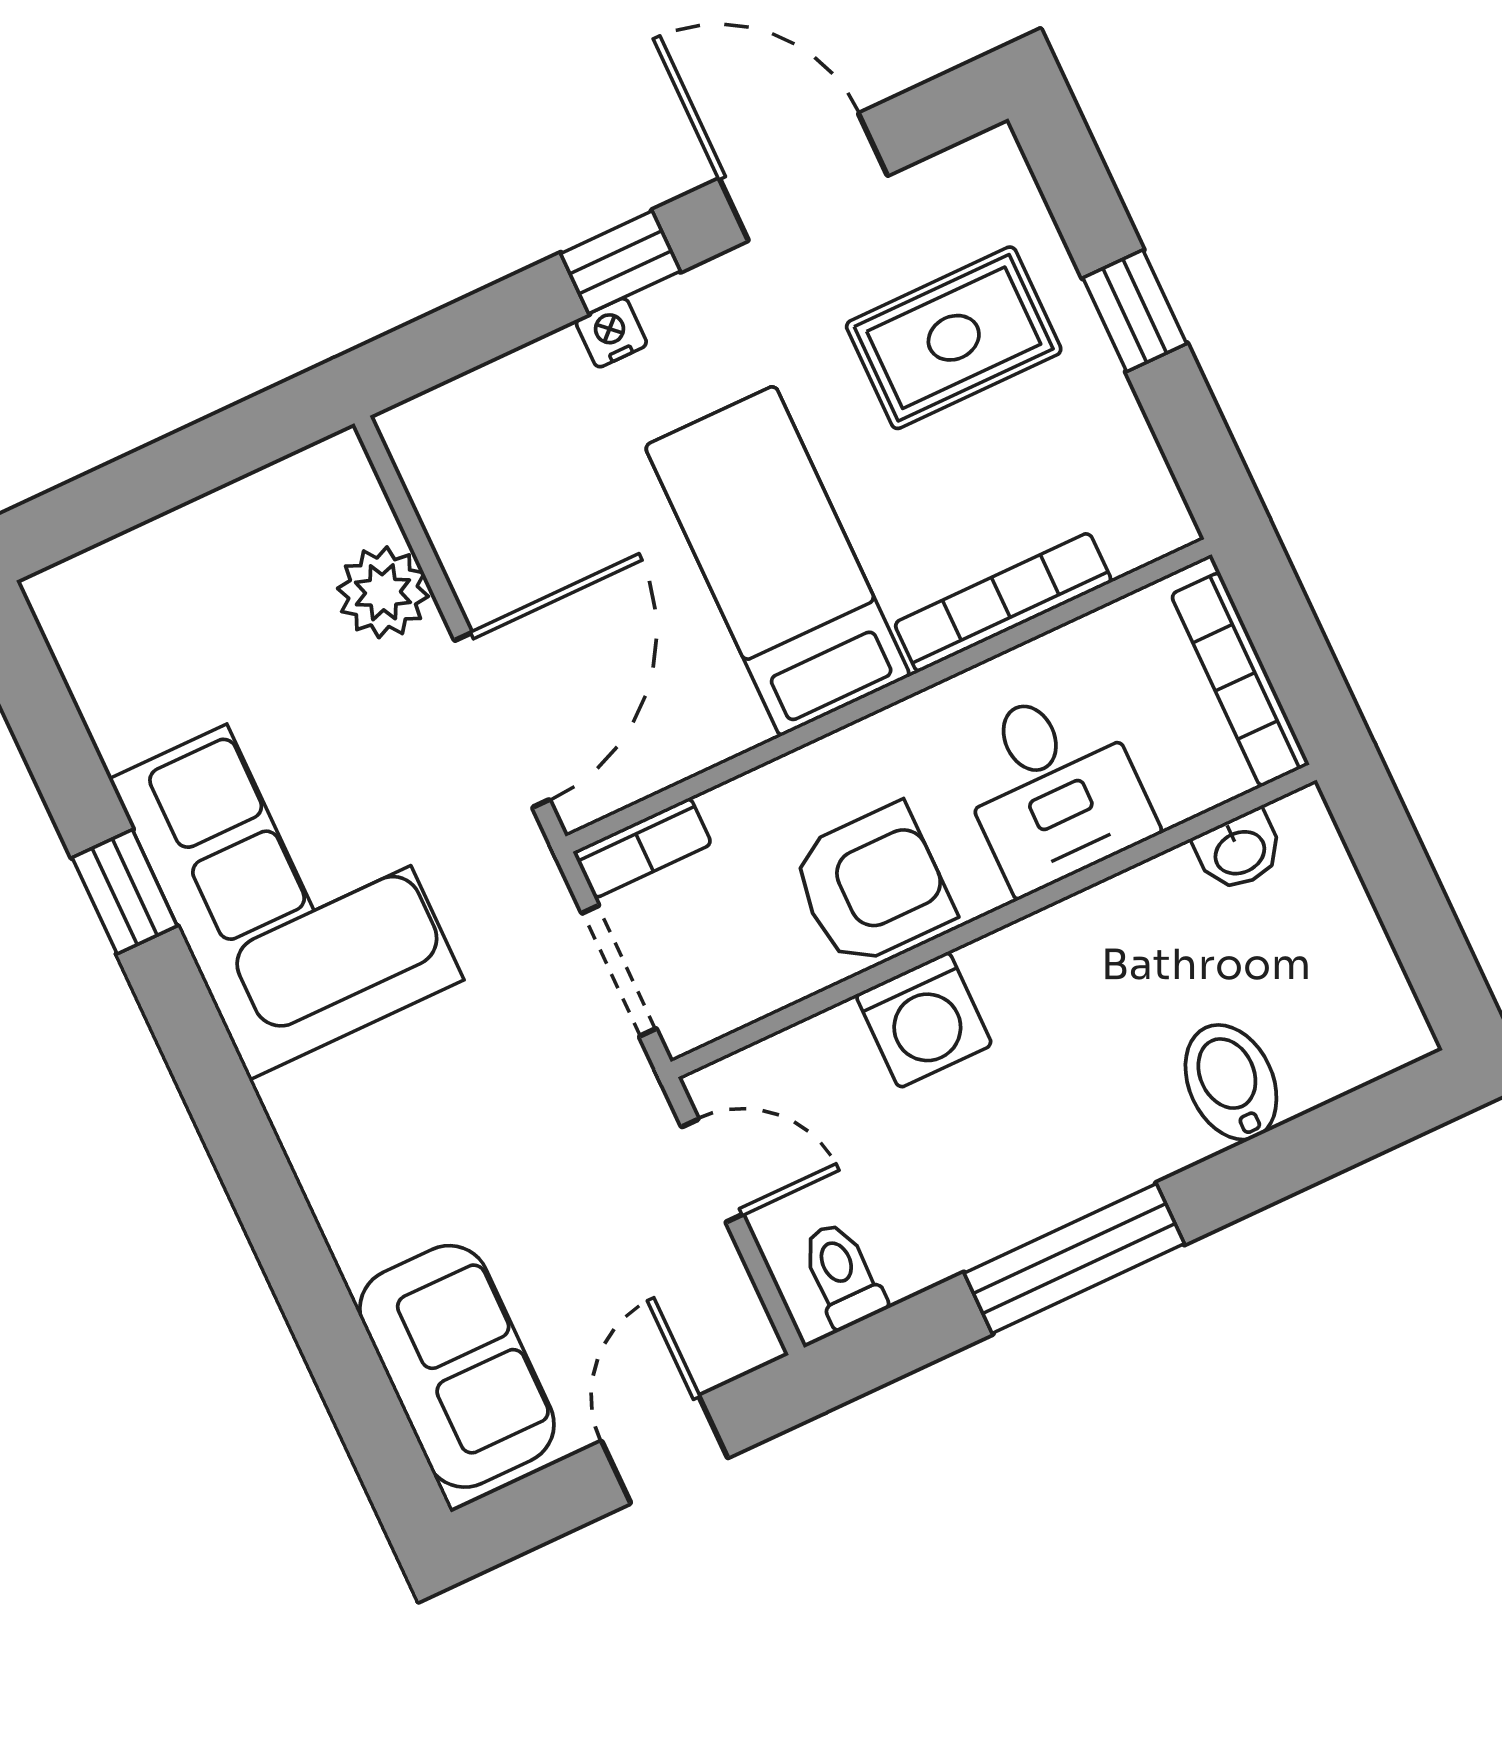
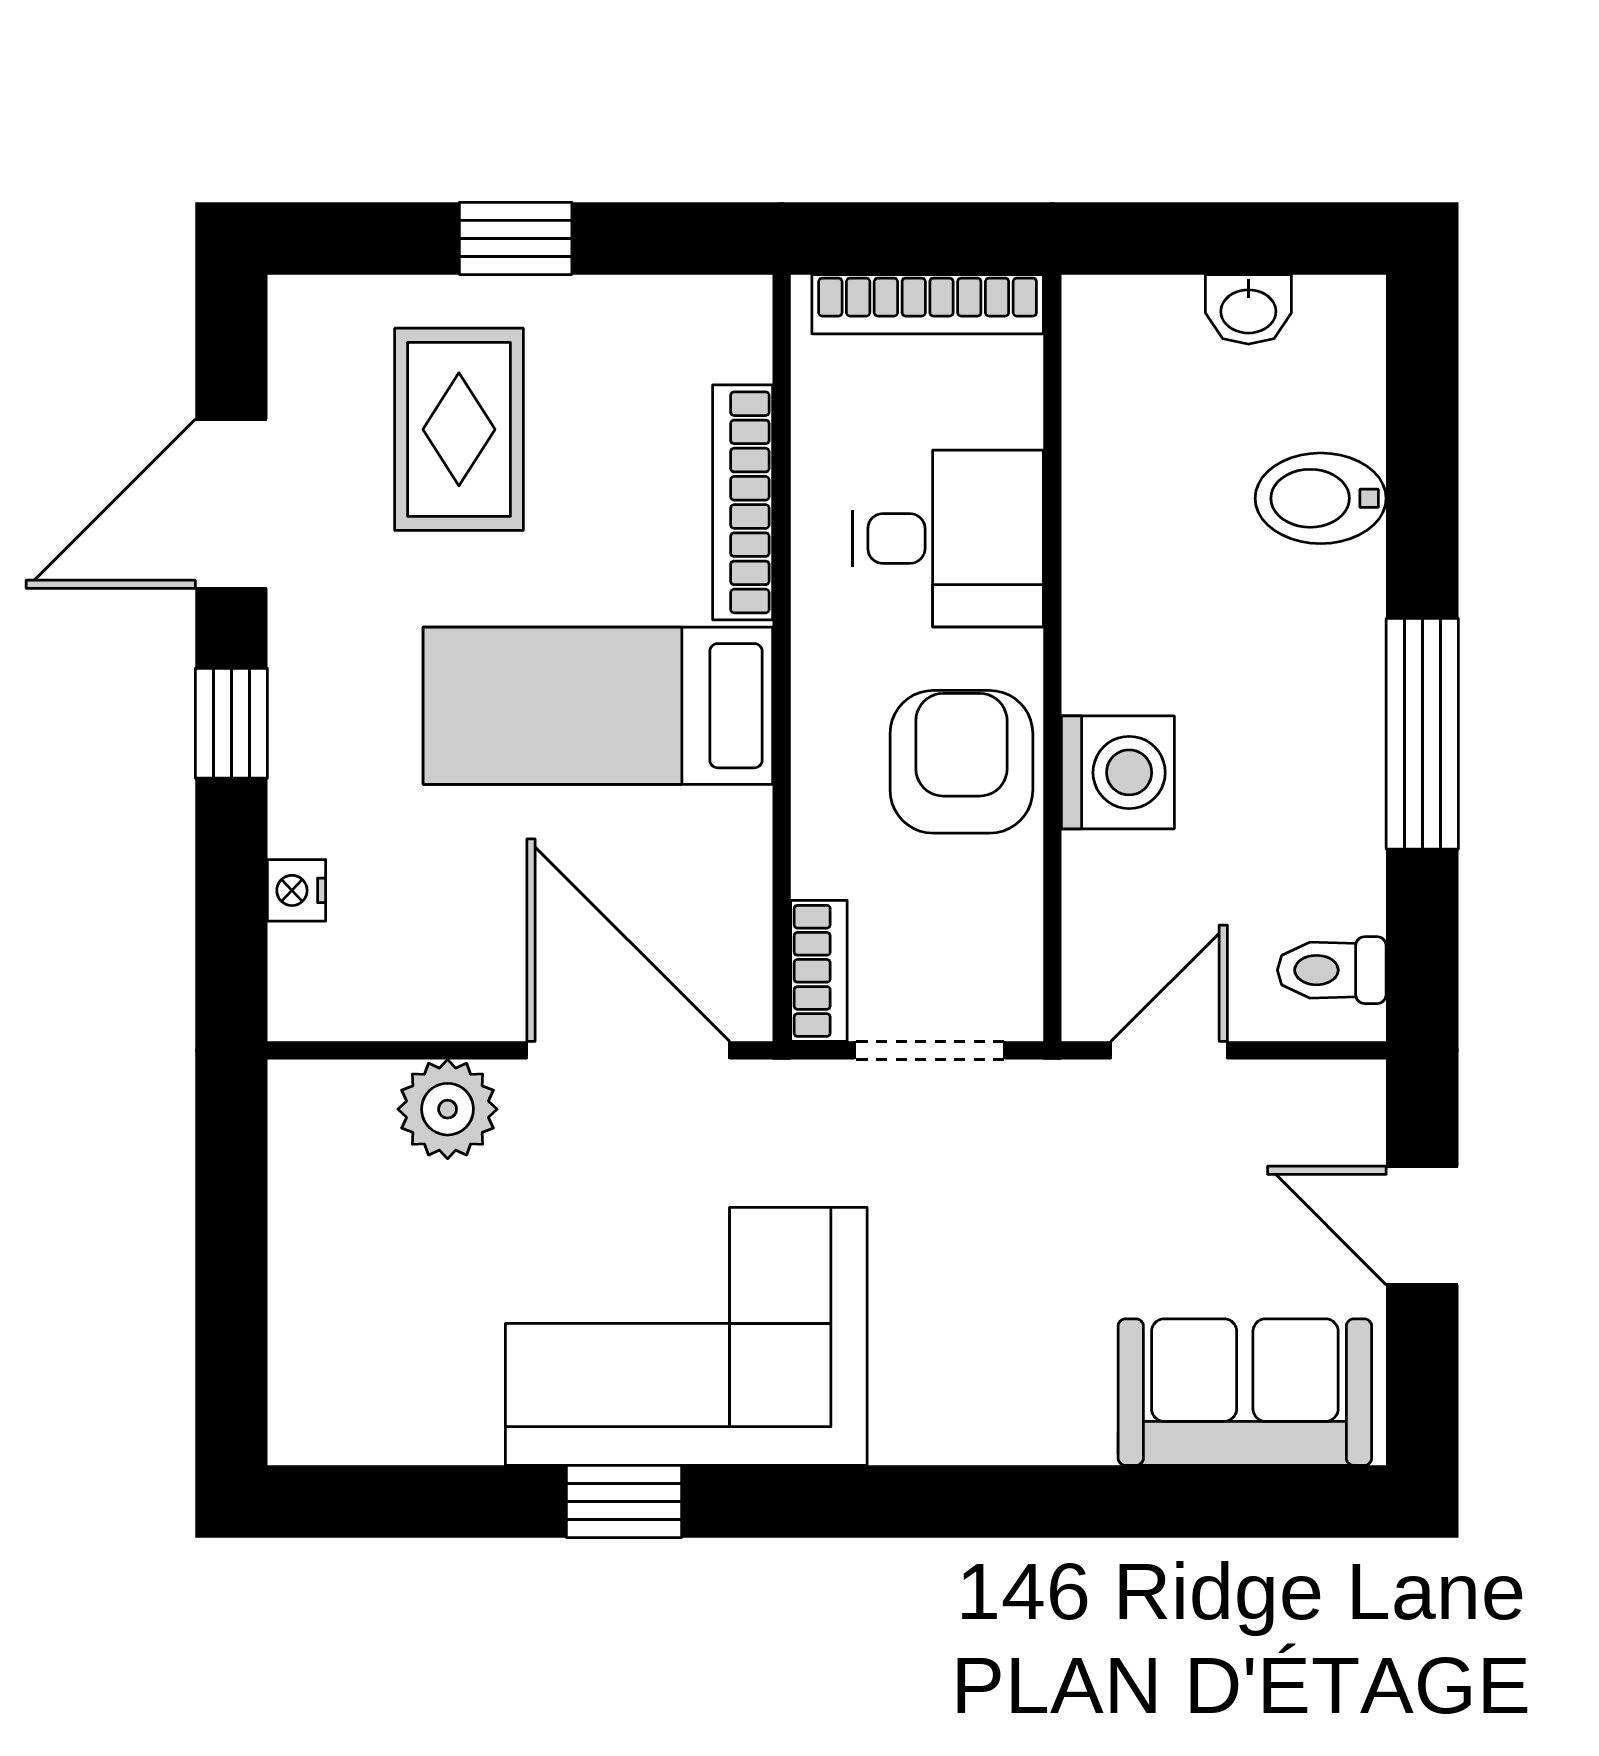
nightstand: (611, 333) -> (297, 890), moved
washbasin: (1239, 851) -> (1248, 309), moved, turned 90

